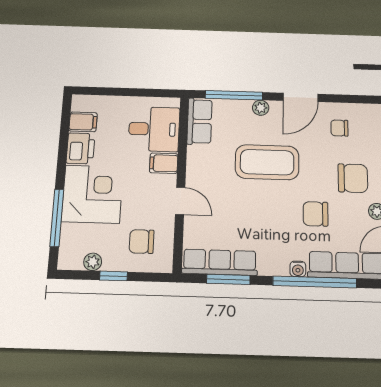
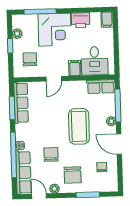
filing cabinet: (83, 122) -> (107, 20), moved

